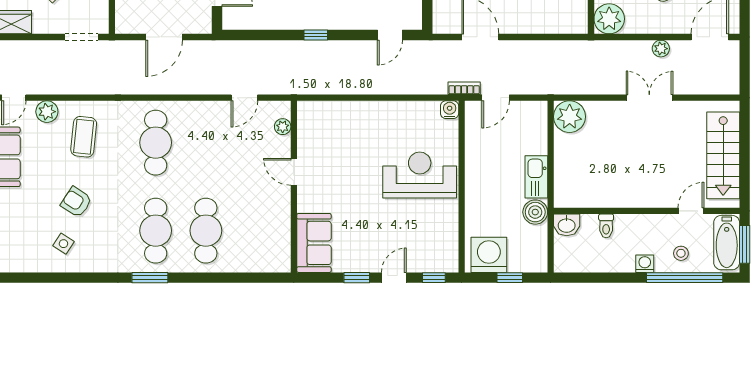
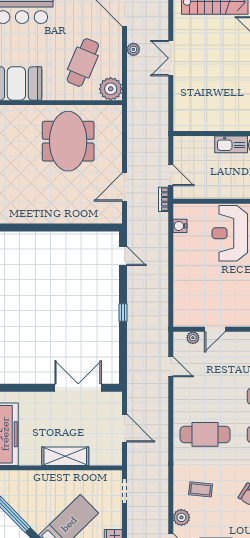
water cooler: (450, 110) -> (180, 226), moved
plant: (570, 117) -> (185, 119), removed
coffee table: (84, 137) -> (201, 489), width x0.73, depth x0.77
door: (294, 172) -> (215, 329), moved

